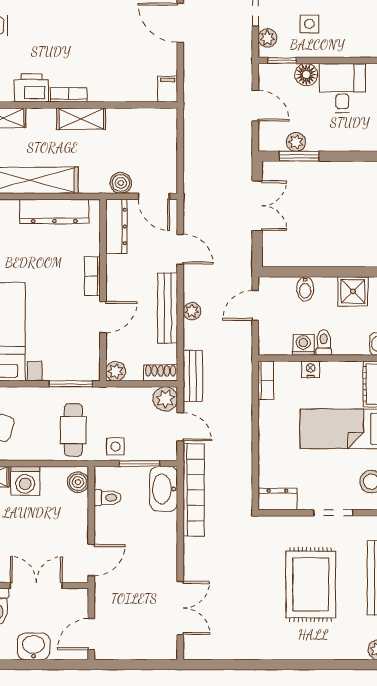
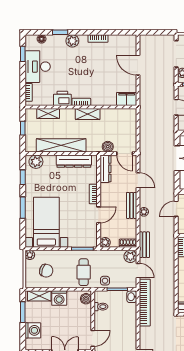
filing cabinet: (168, 89) -> (127, 99), width x2.00
bench: (168, 308) -> (132, 205), width x0.73
washbasin: (164, 489) -> (132, 297), width x0.52, depth x0.69

